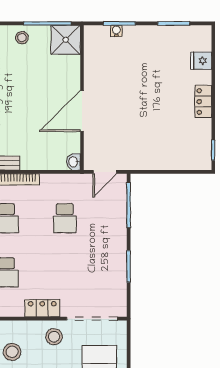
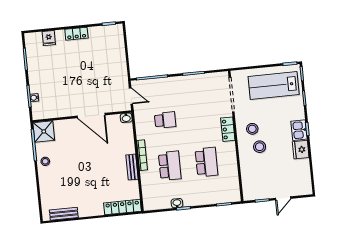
stool: (54, 337) -> (252, 129), moved

